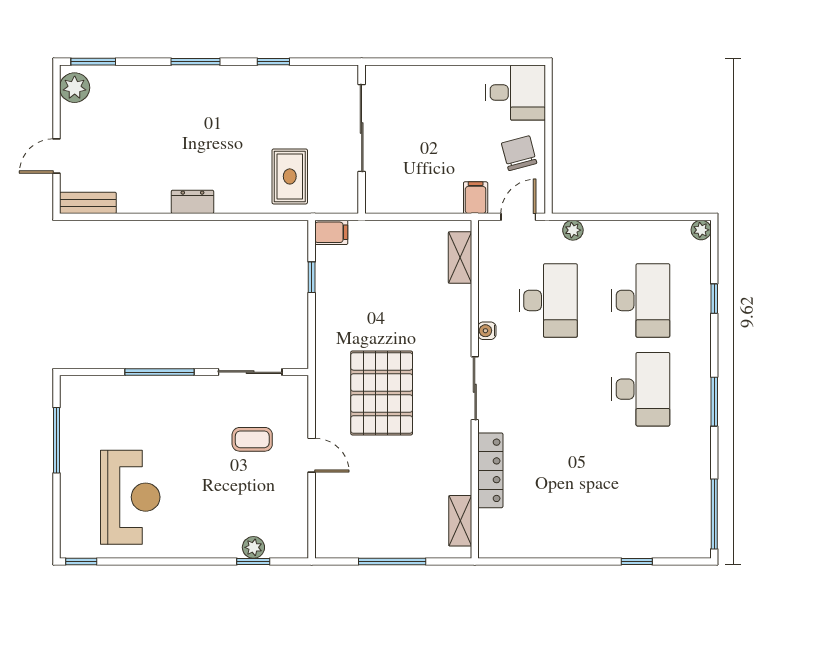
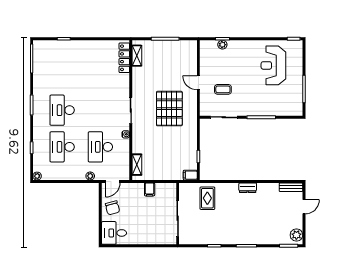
filing cabinet: (476, 198) -> (150, 189), moved
locker: (490, 470) -> (124, 58), moved

